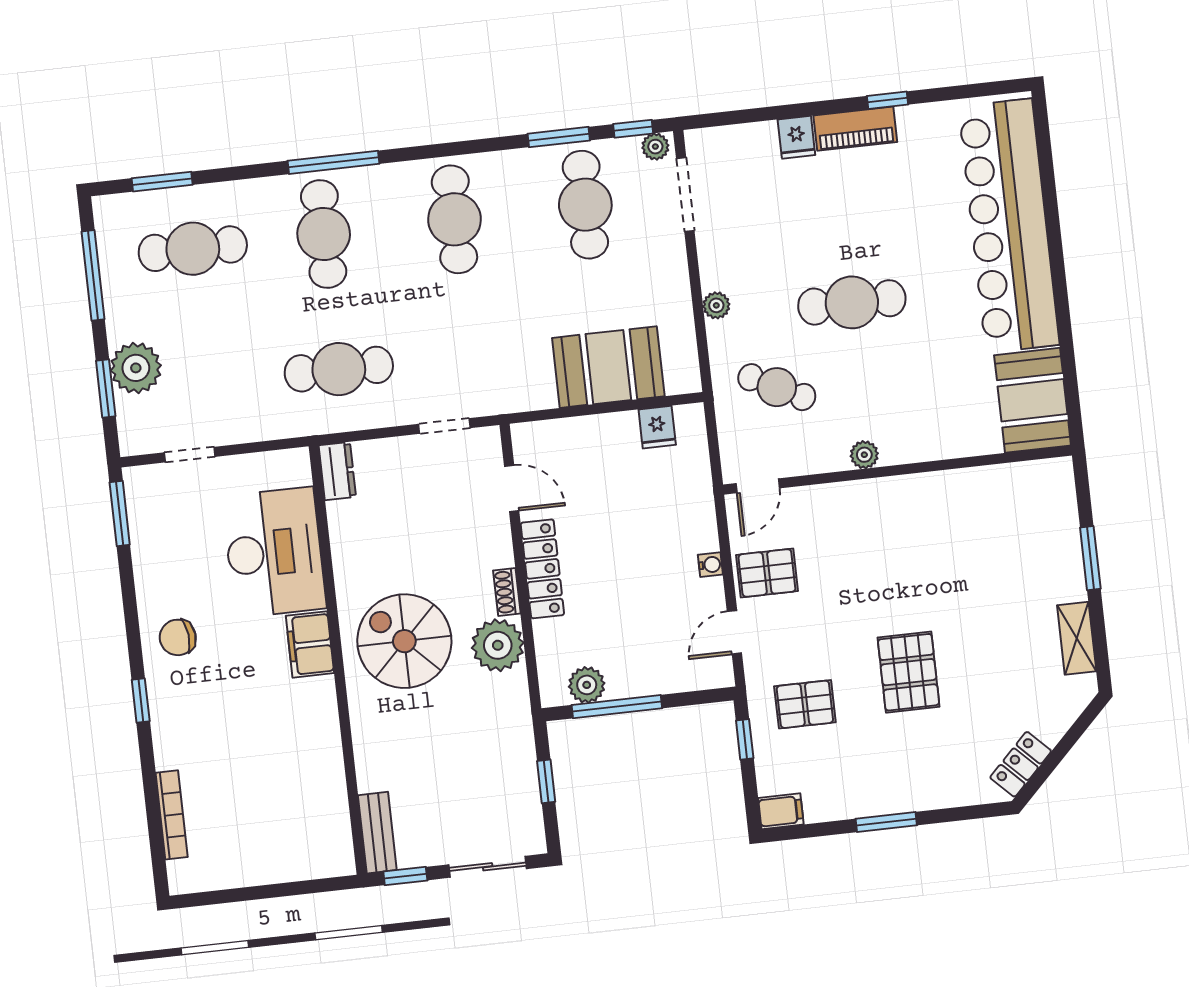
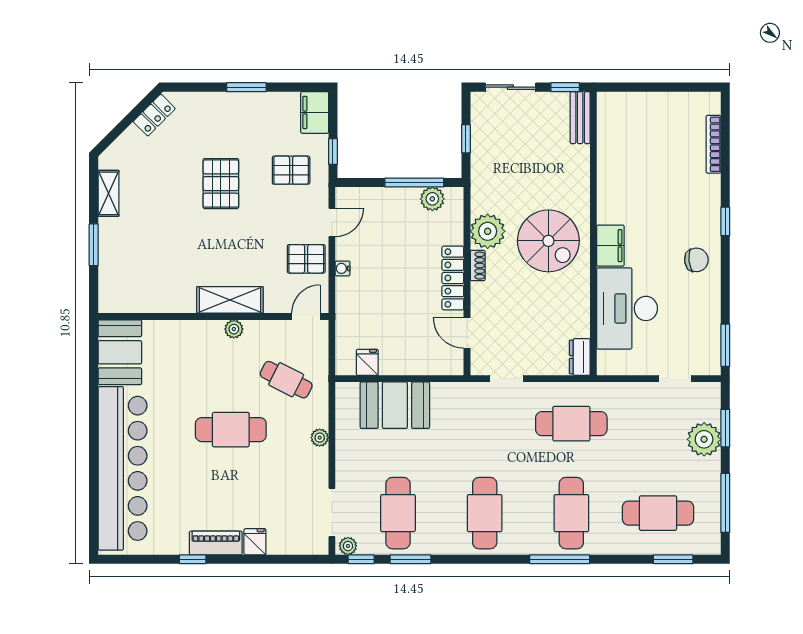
shelving: (875, 498) -> (230, 300), added
filing cabinet: (781, 811) -> (315, 112), width x2.00

